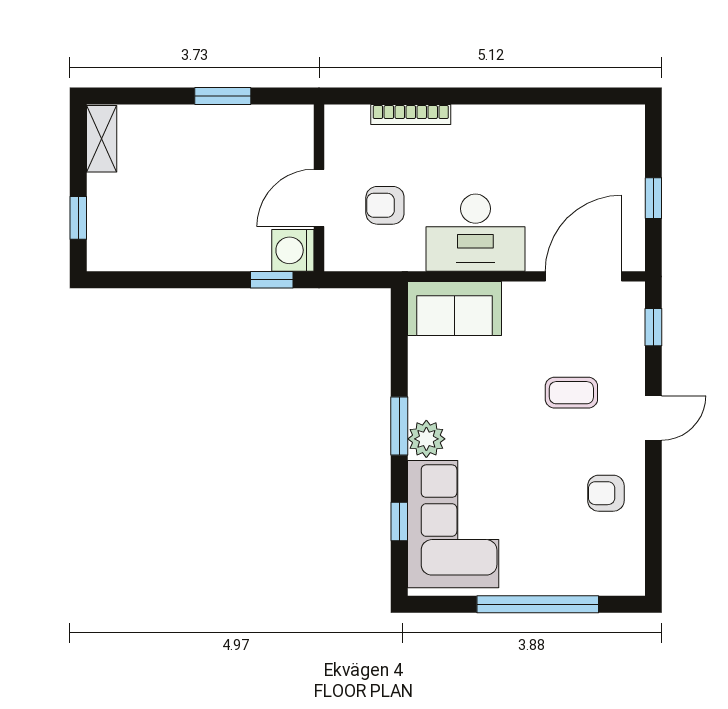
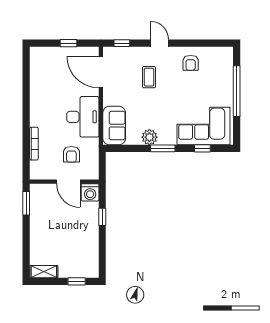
window: (223, 96) -> (26, 203), moved
window: (272, 280) -> (102, 217), moved
plant: (426, 439) -> (149, 137), moved

